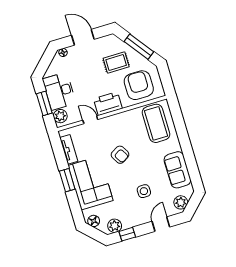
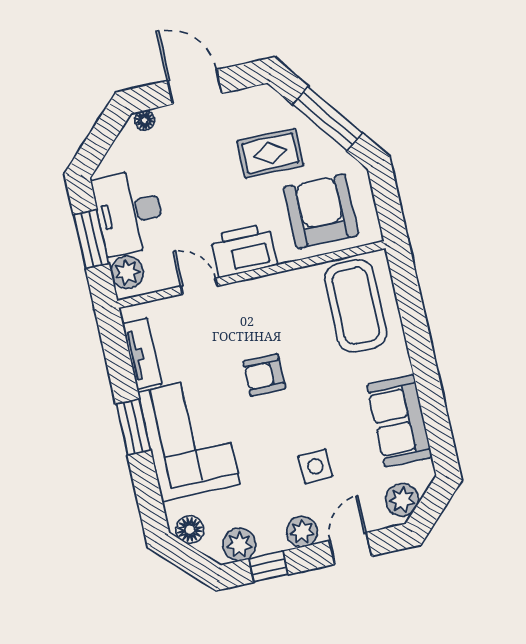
armchair: (120, 155) -> (264, 375), turned 121
plant: (140, 219) -> (302, 532), added

